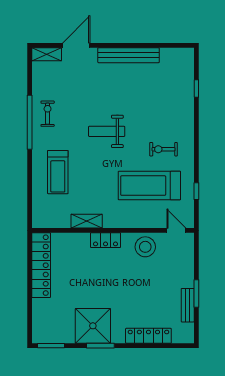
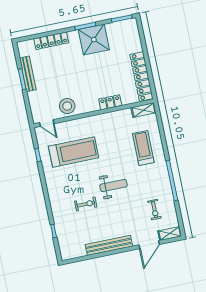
exercise bike: (48, 114) -> (154, 210), moved
exercise bike: (163, 149) -> (86, 204), moved
shelving: (87, 221) -> (144, 110), moved
locker: (106, 240) -> (110, 102), moved
bench: (188, 305) -> (28, 74), width x1.36

